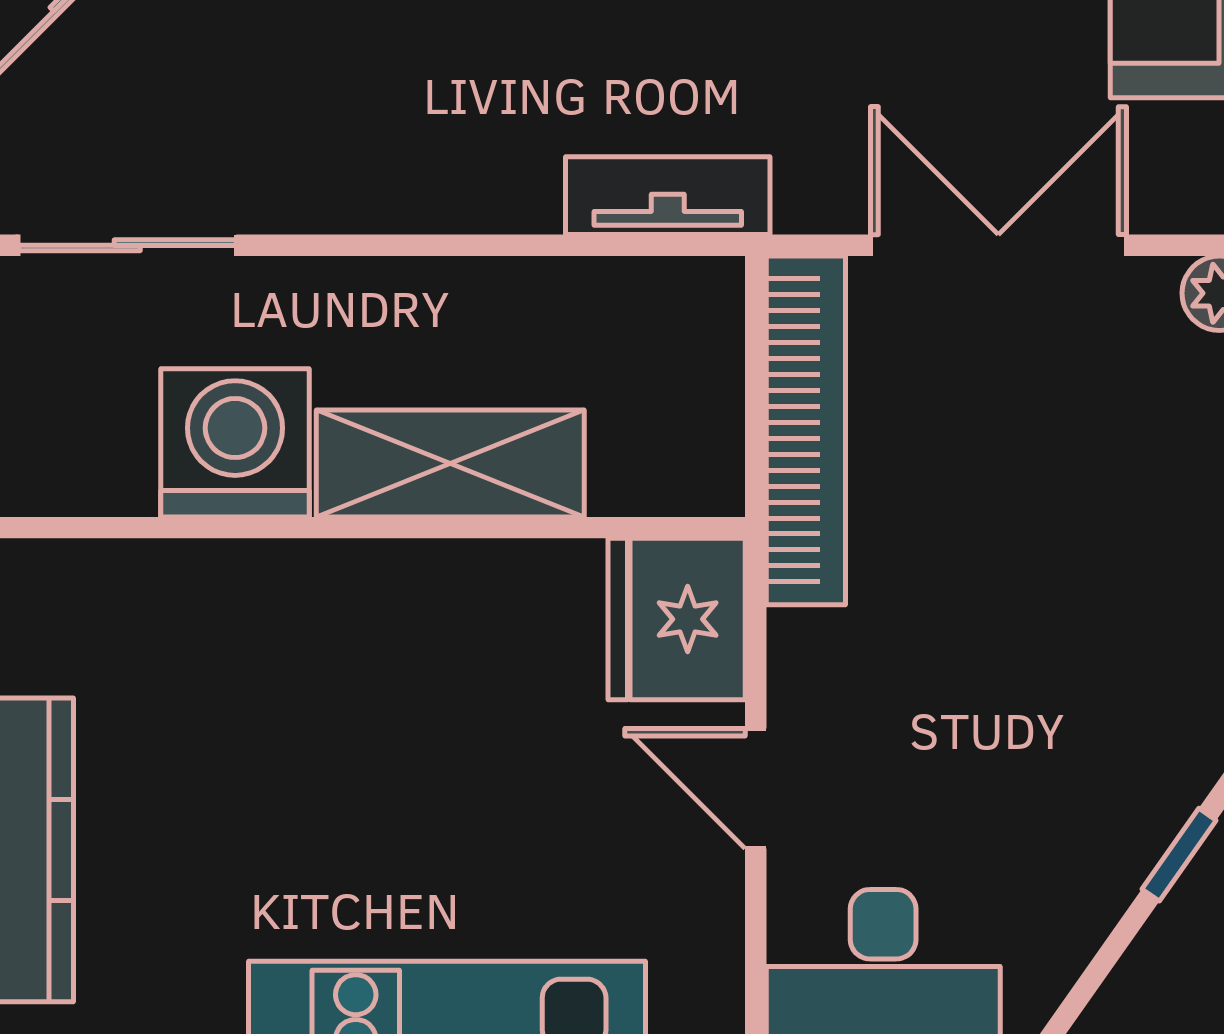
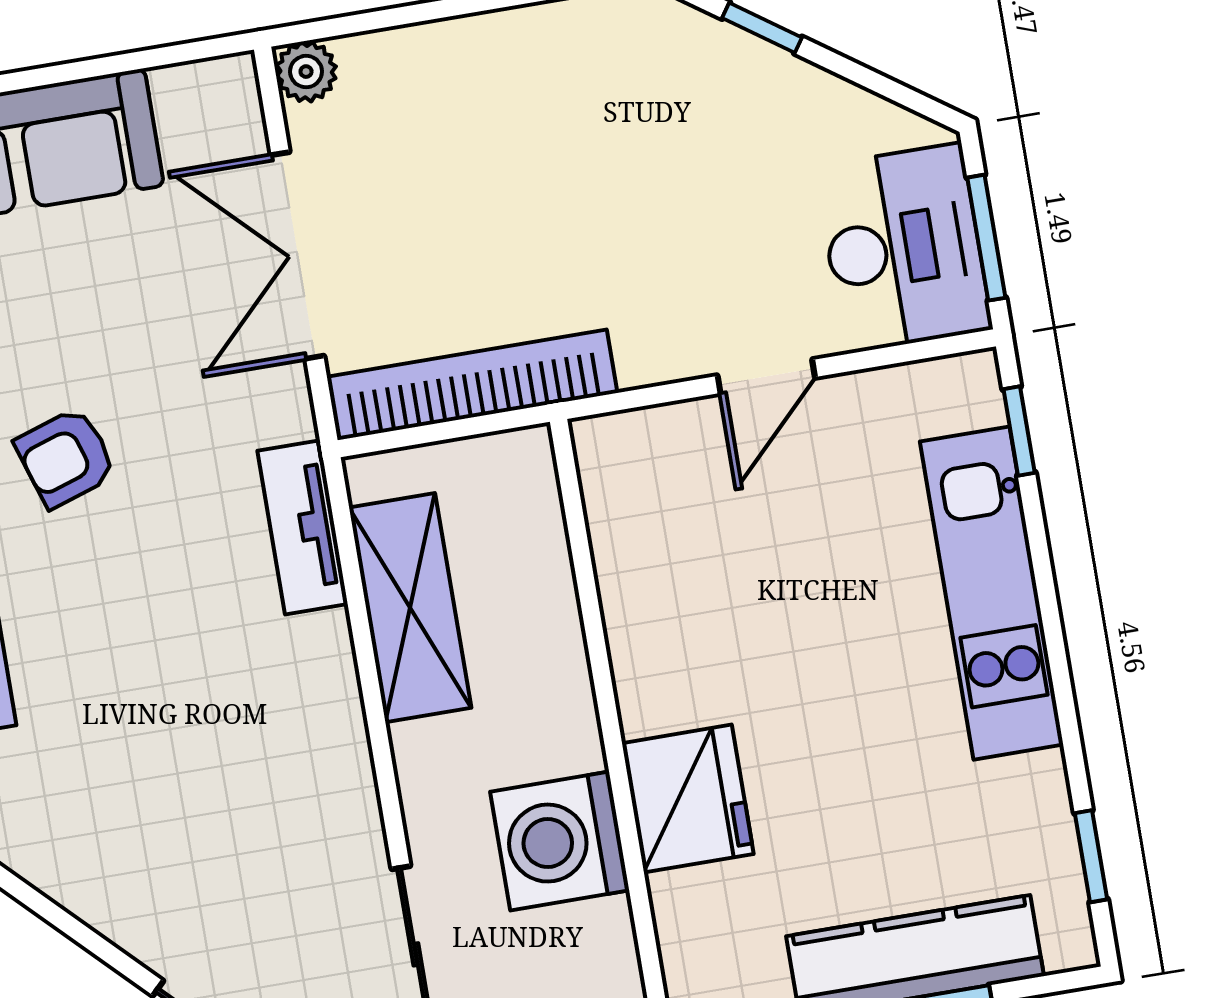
shelving: (450, 463) -> (410, 608), moved
fridge: (677, 619) -> (688, 799), moved, turned -90

